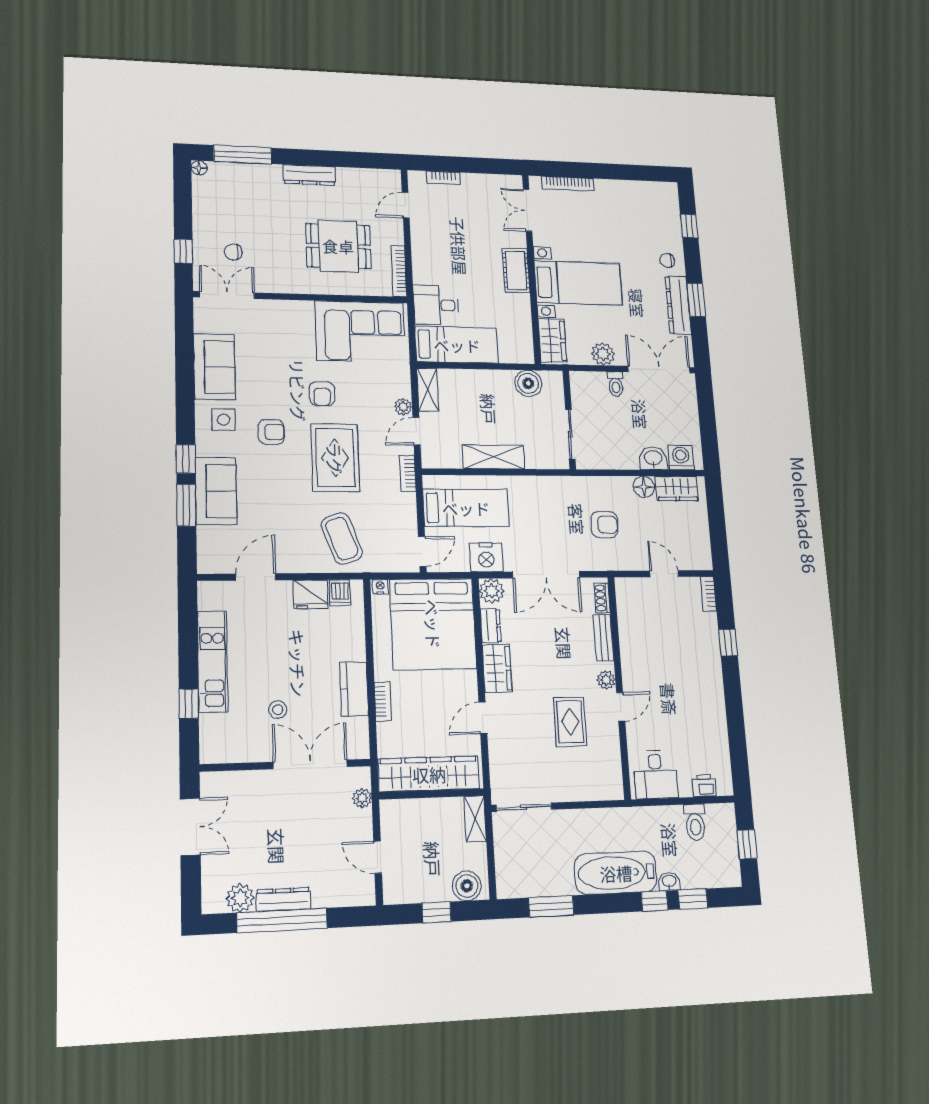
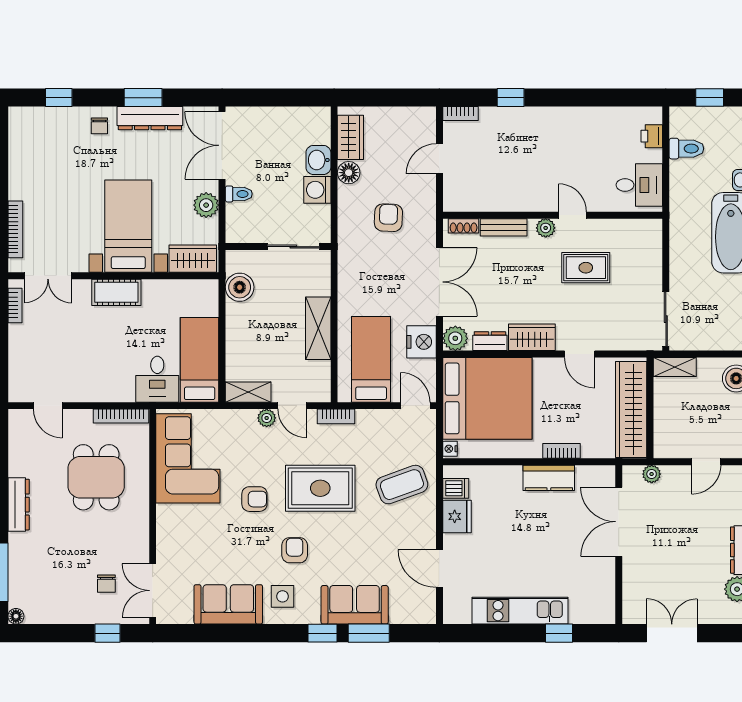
bookcase: (444, 178) -> (15, 305), moved
washing machine: (681, 458) -> (317, 190), moved
stool: (278, 710) -> (567, 551), removed

